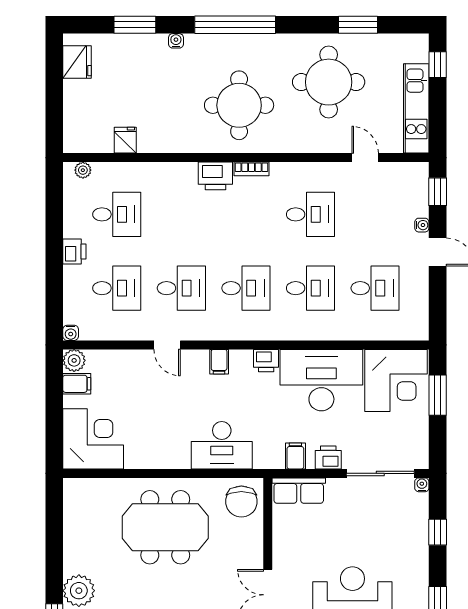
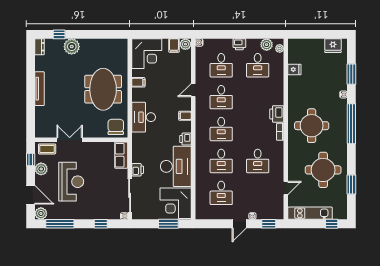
plant: (75, 197) -> (267, 45), added
filing cabinet: (295, 456) -> (138, 82), moved
chair: (241, 502) -> (116, 127), turned 90

